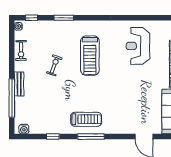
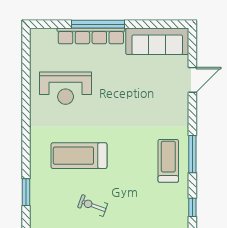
treadmill: (90, 56) -> (79, 156), turned 180

